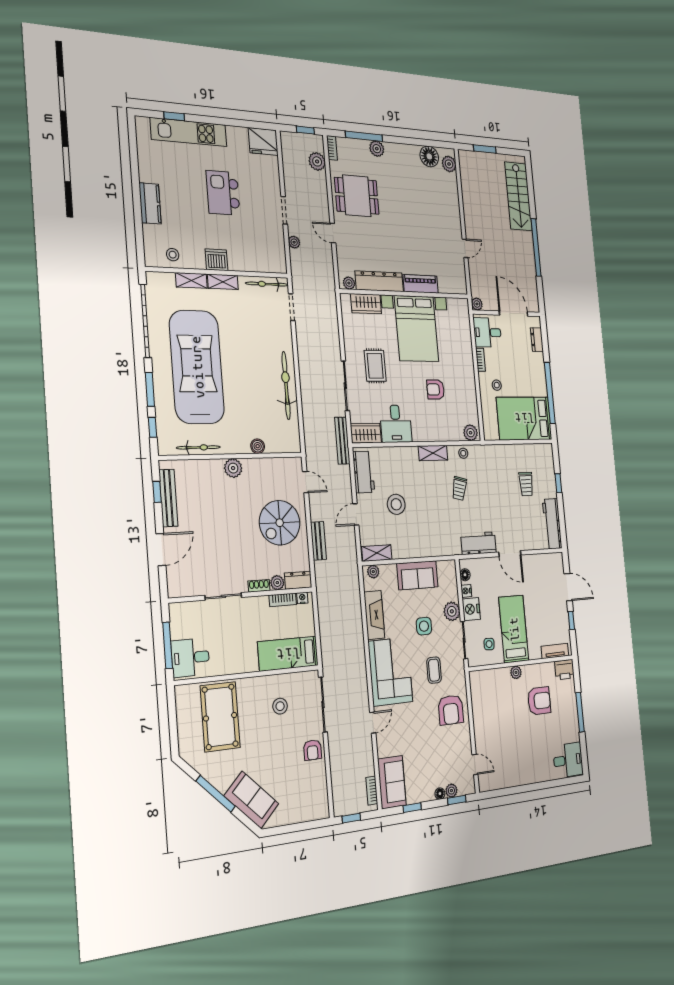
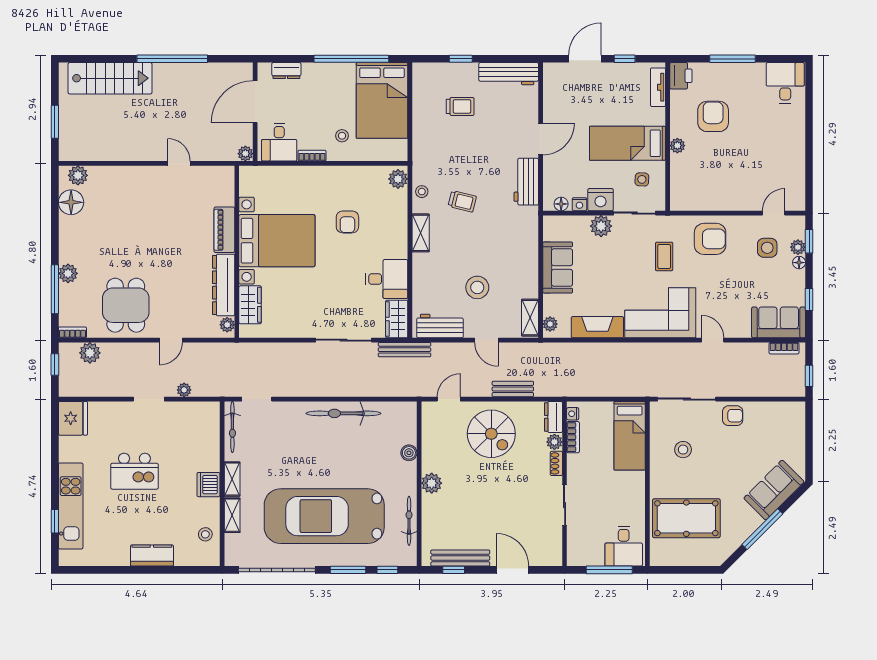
rug: (375, 366) -> (321, 300), removed
side table: (424, 626) -> (767, 248), moved
coffee table: (434, 670) -> (664, 256), turned 90

